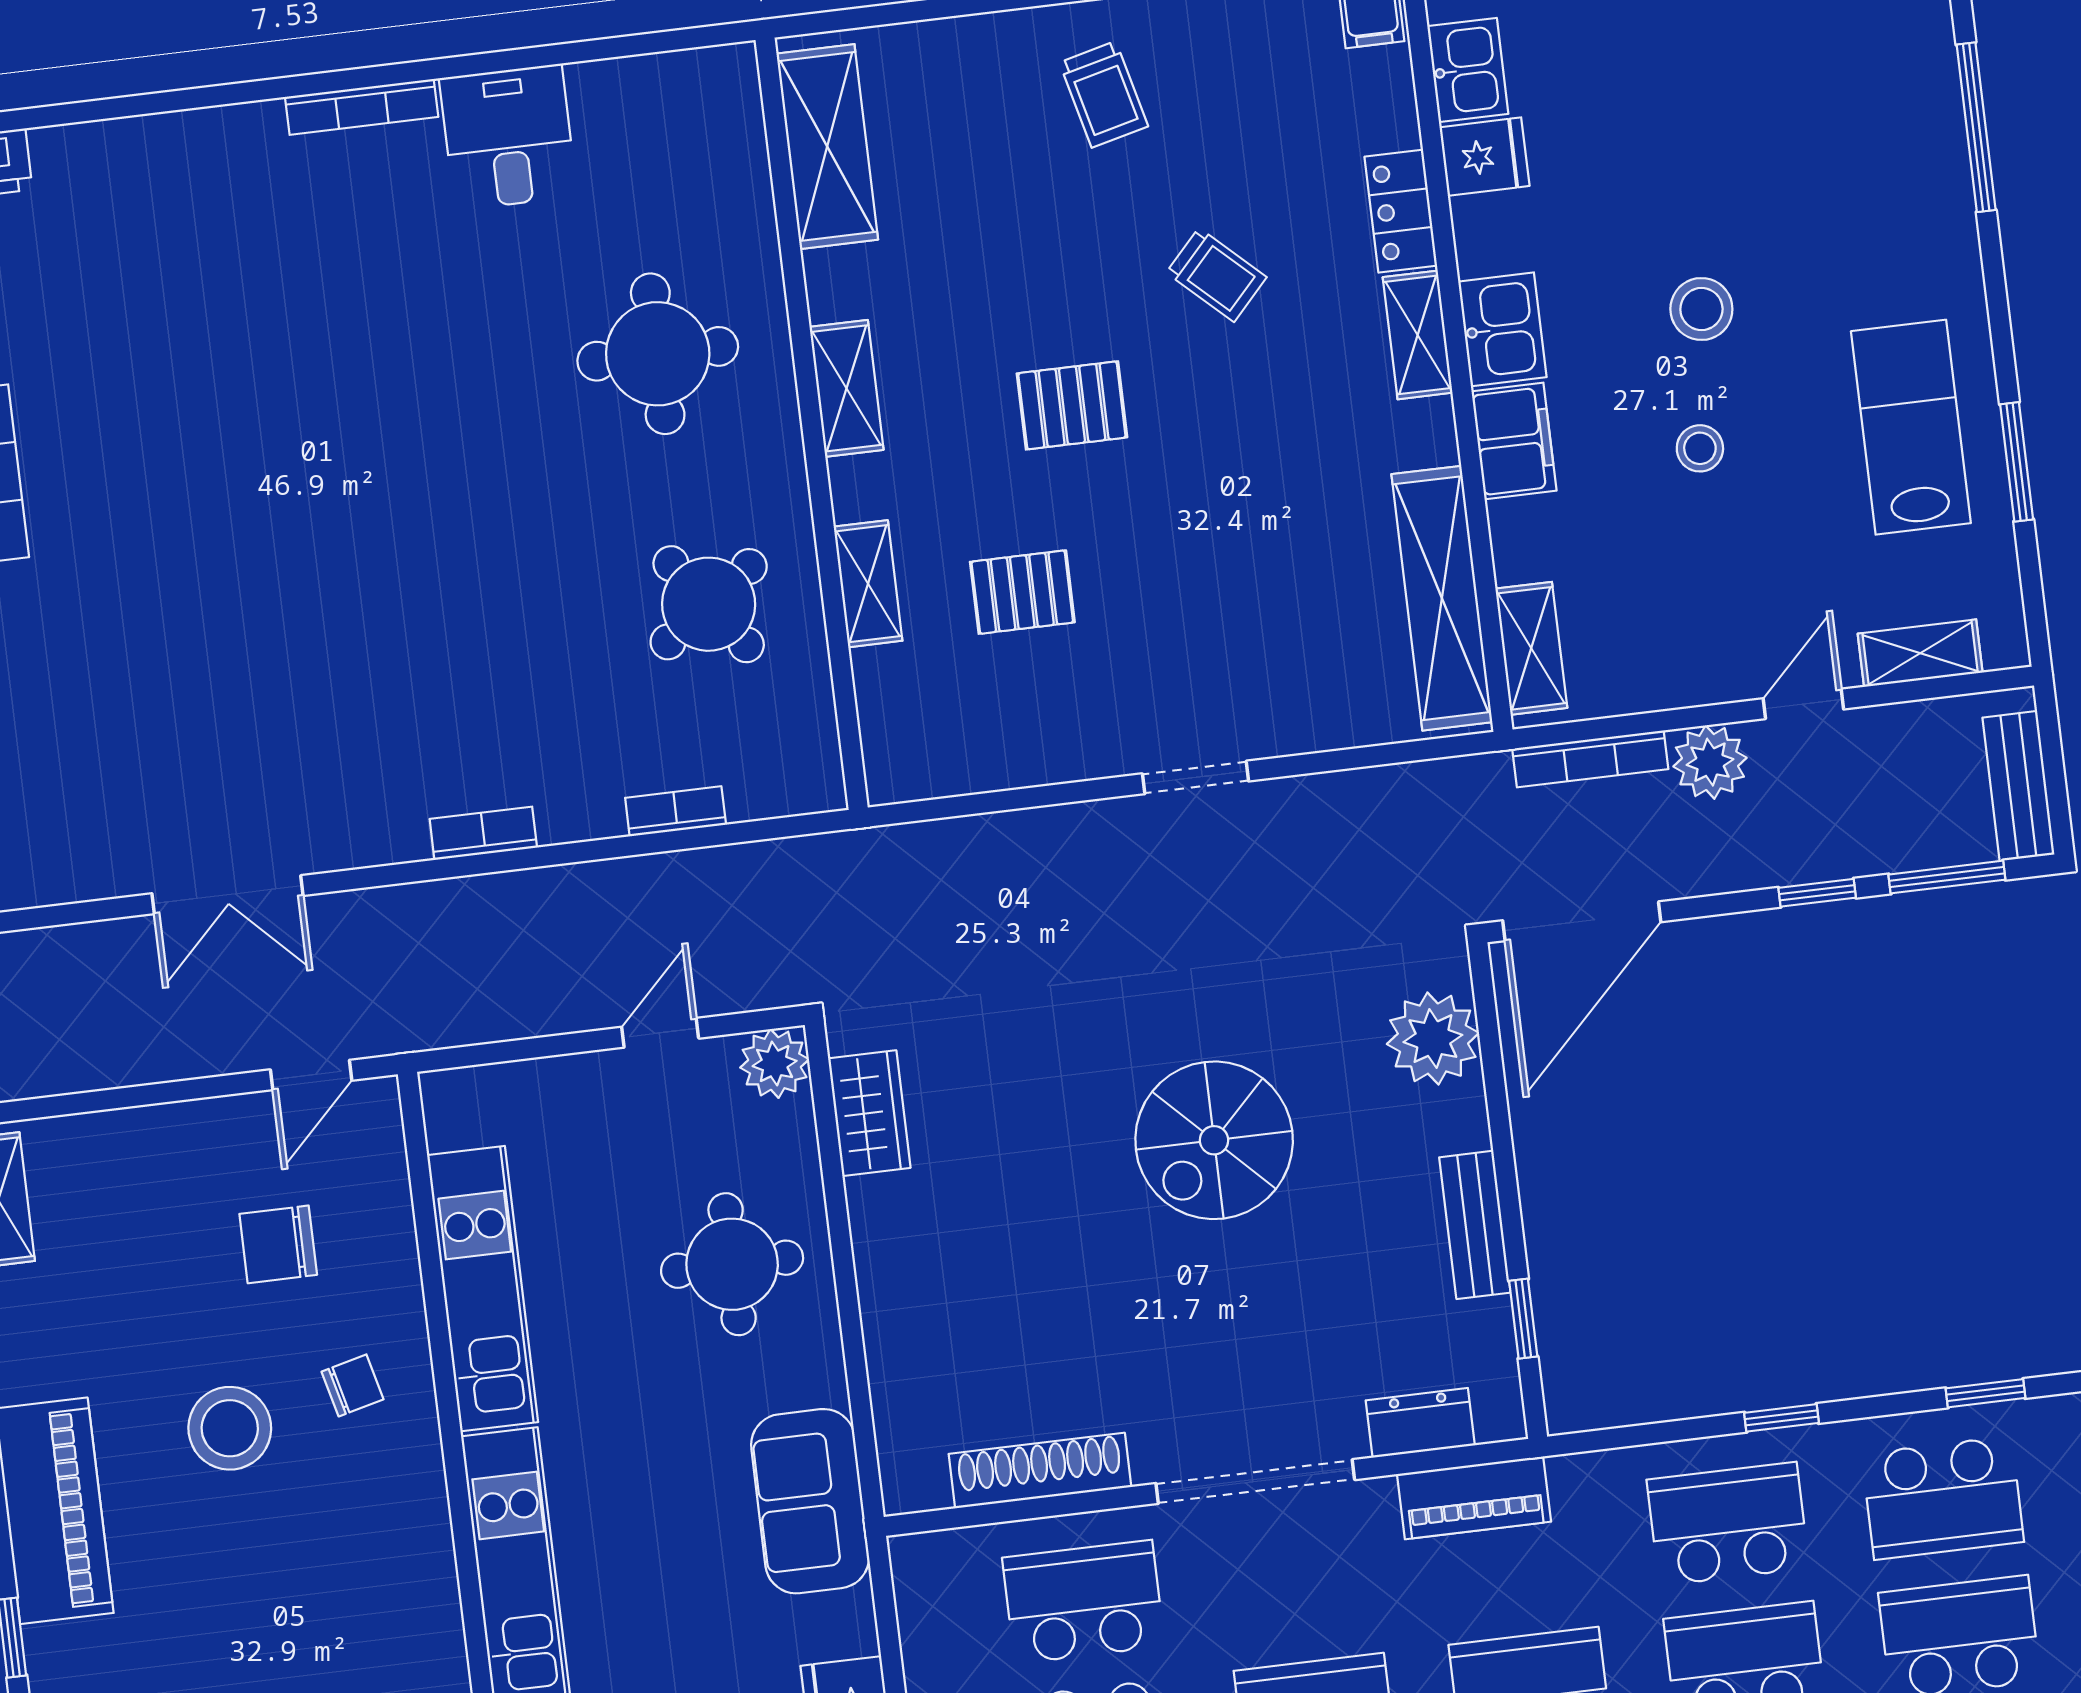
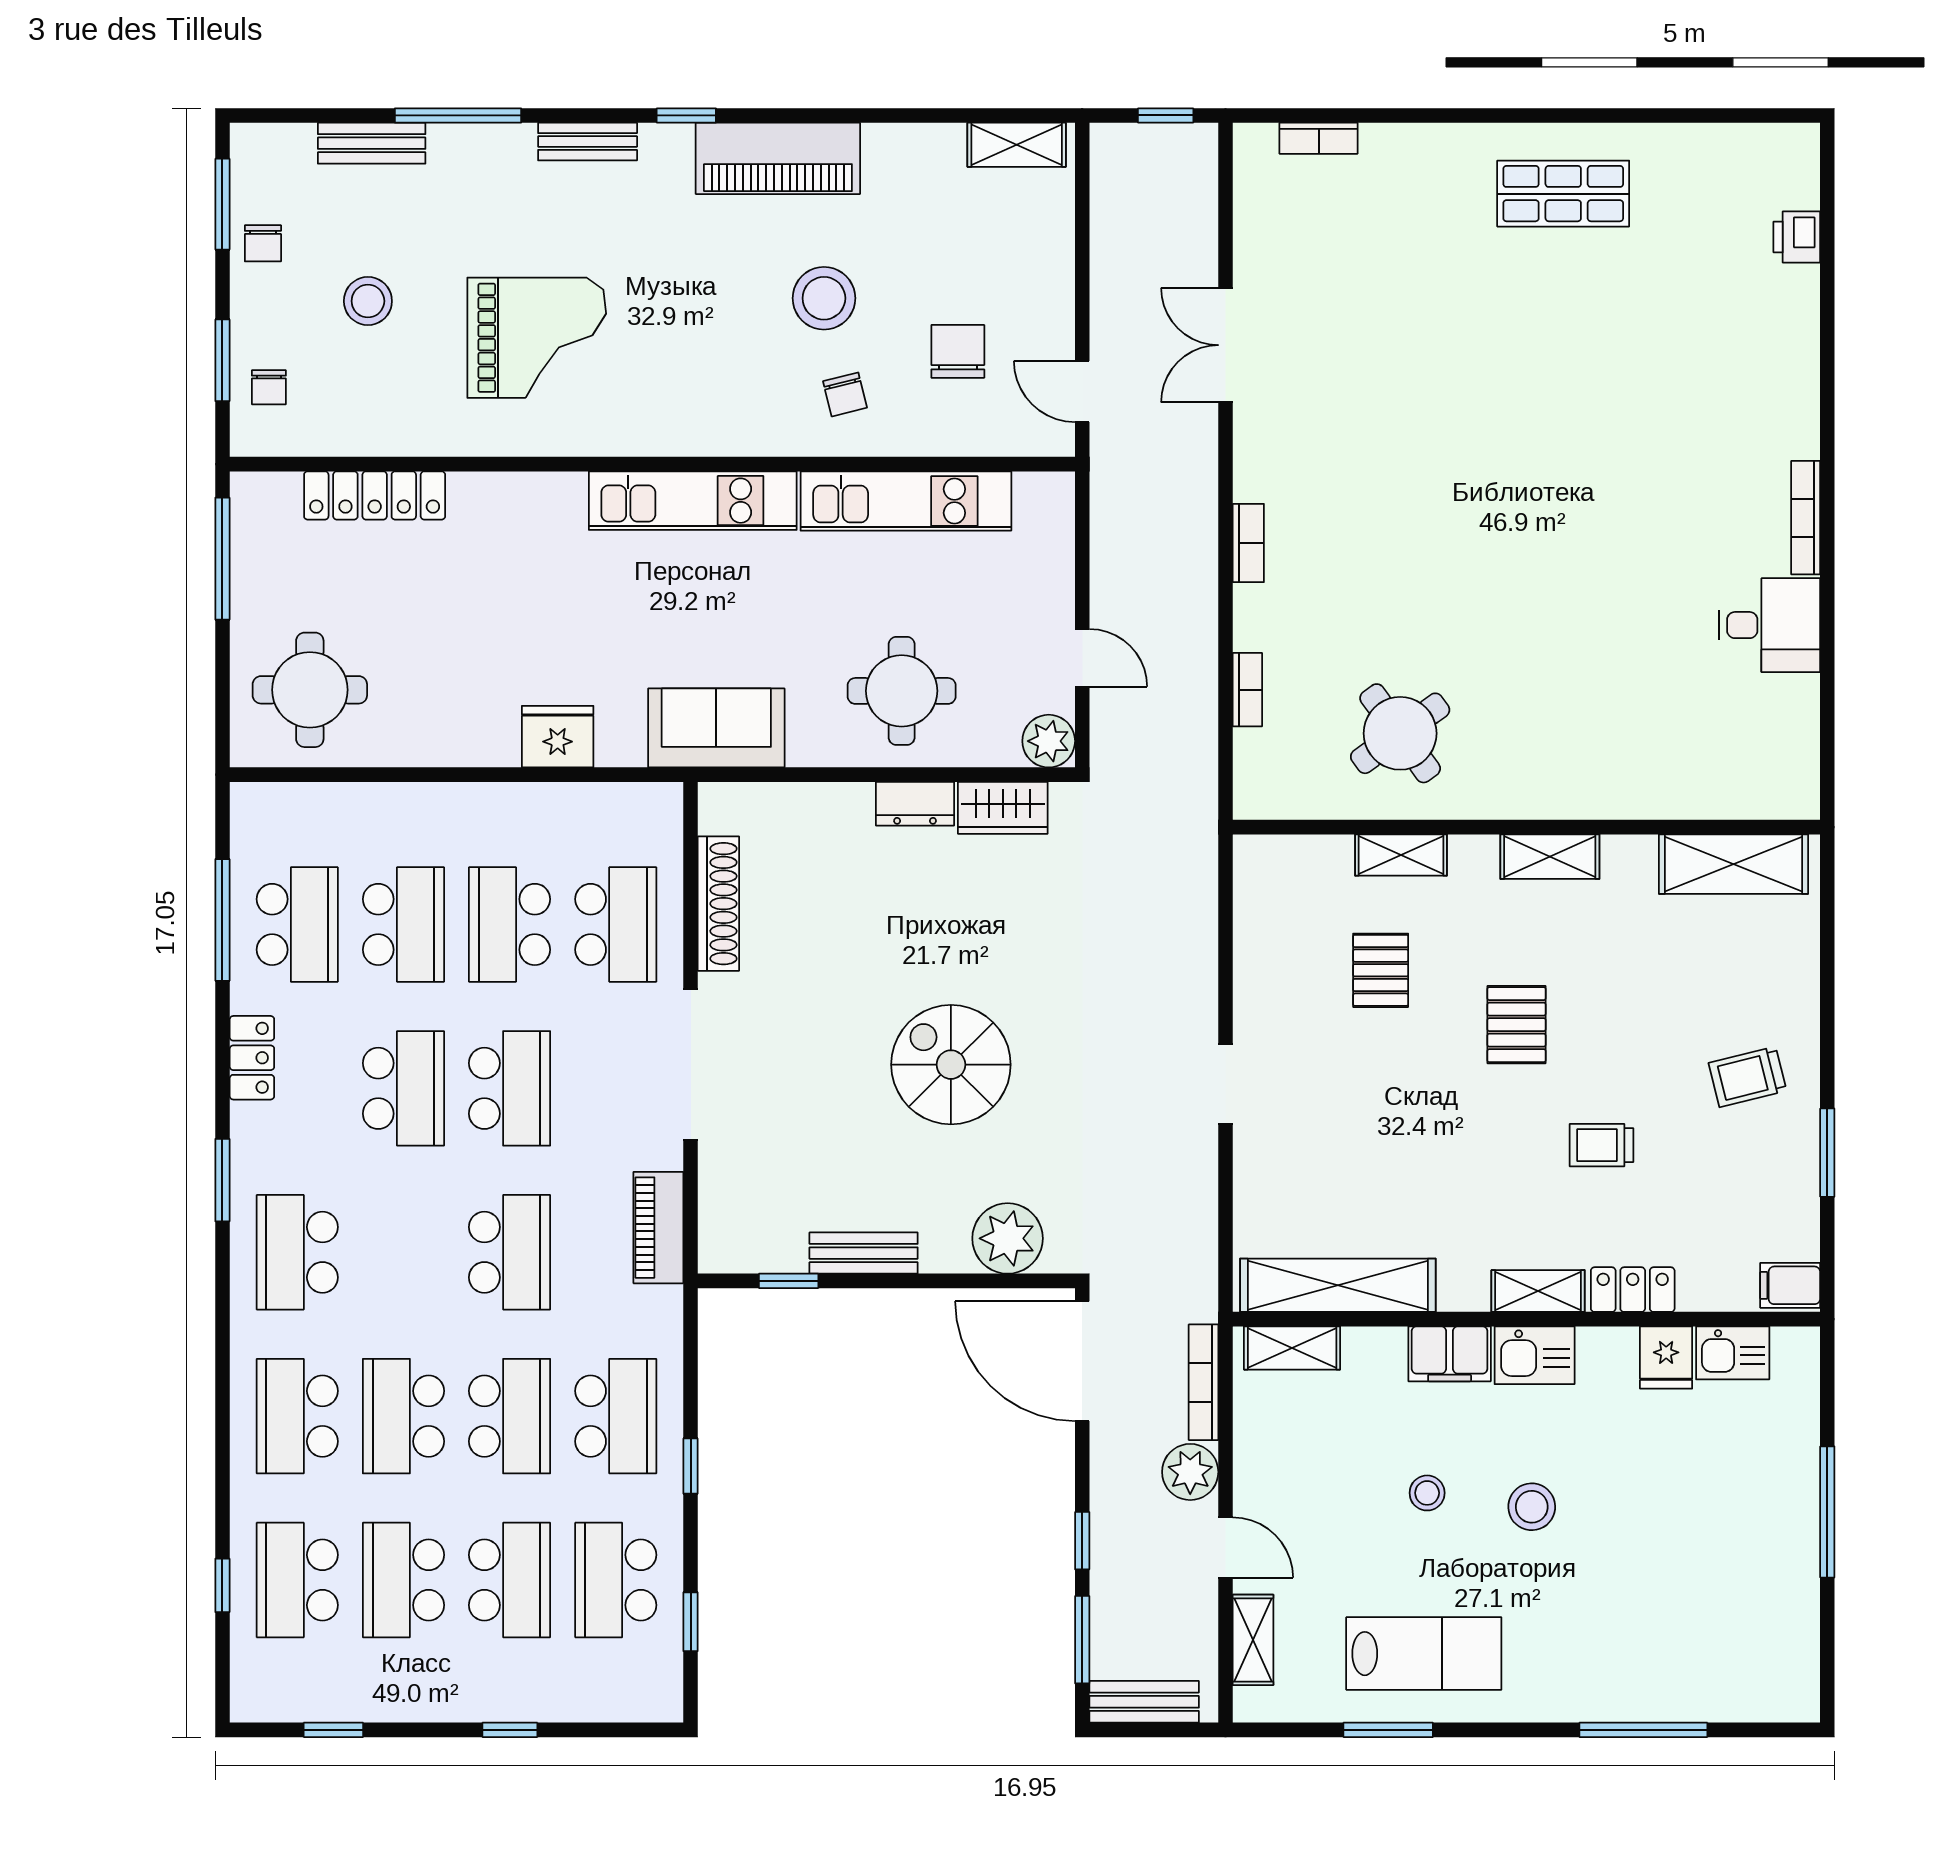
trolley: (1216, 275) -> (1601, 1145), turned 47
round table: (658, 354) -> (1593, 718), removed
dresser: (1420, 1423) -> (915, 804), moved, turned 90

